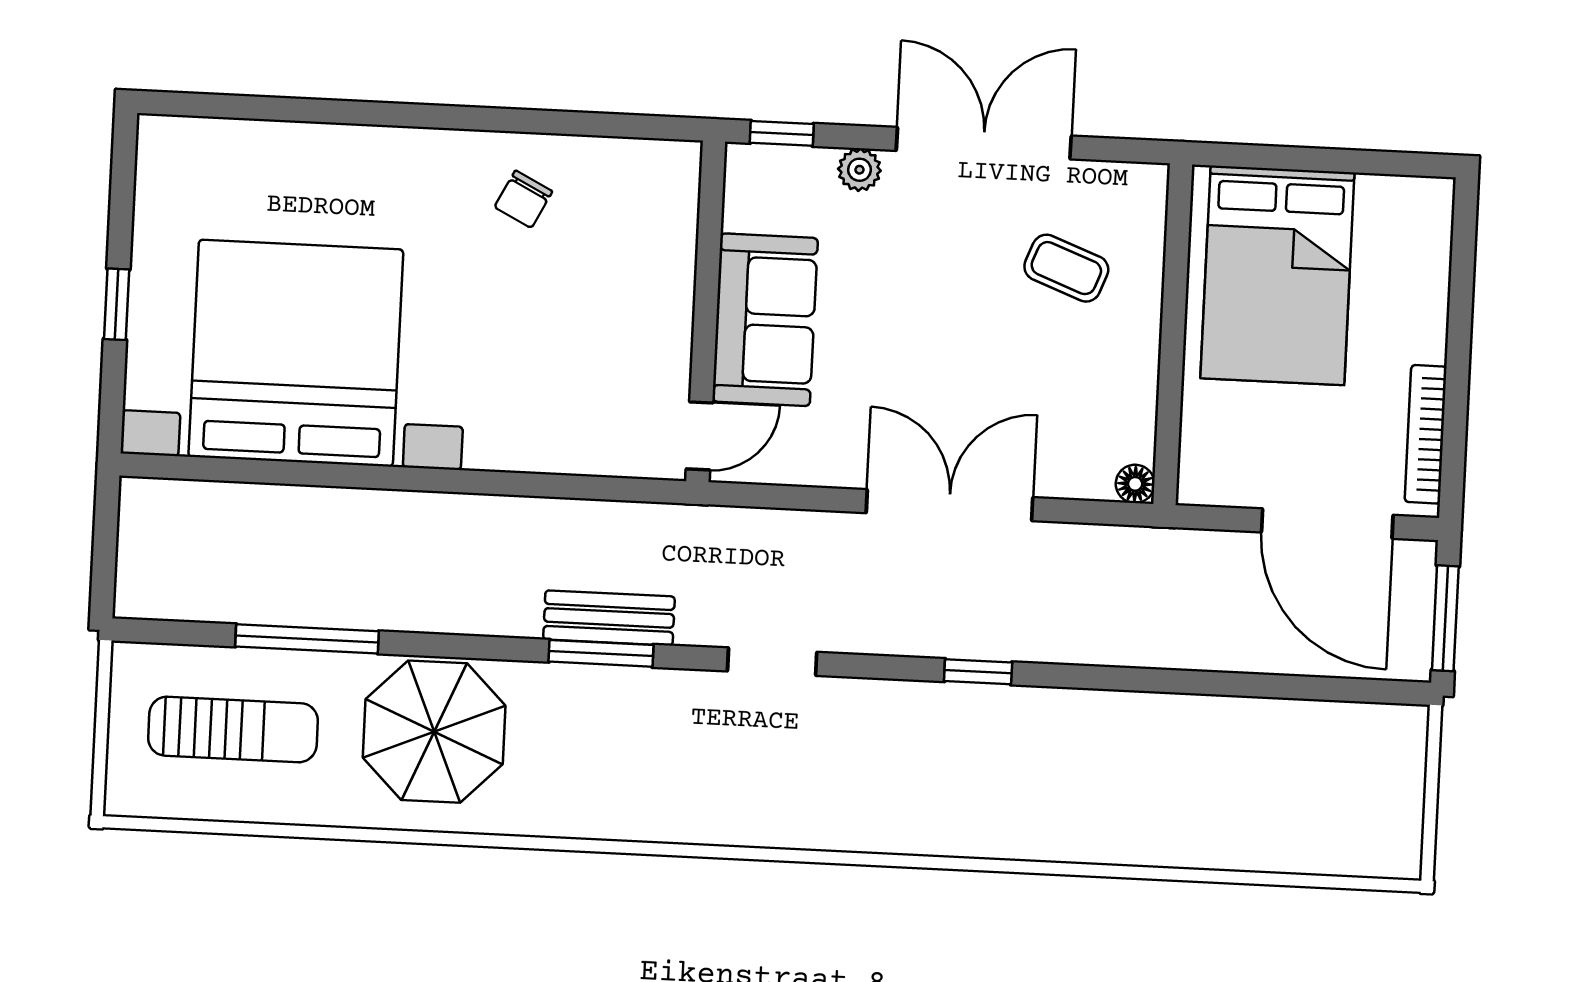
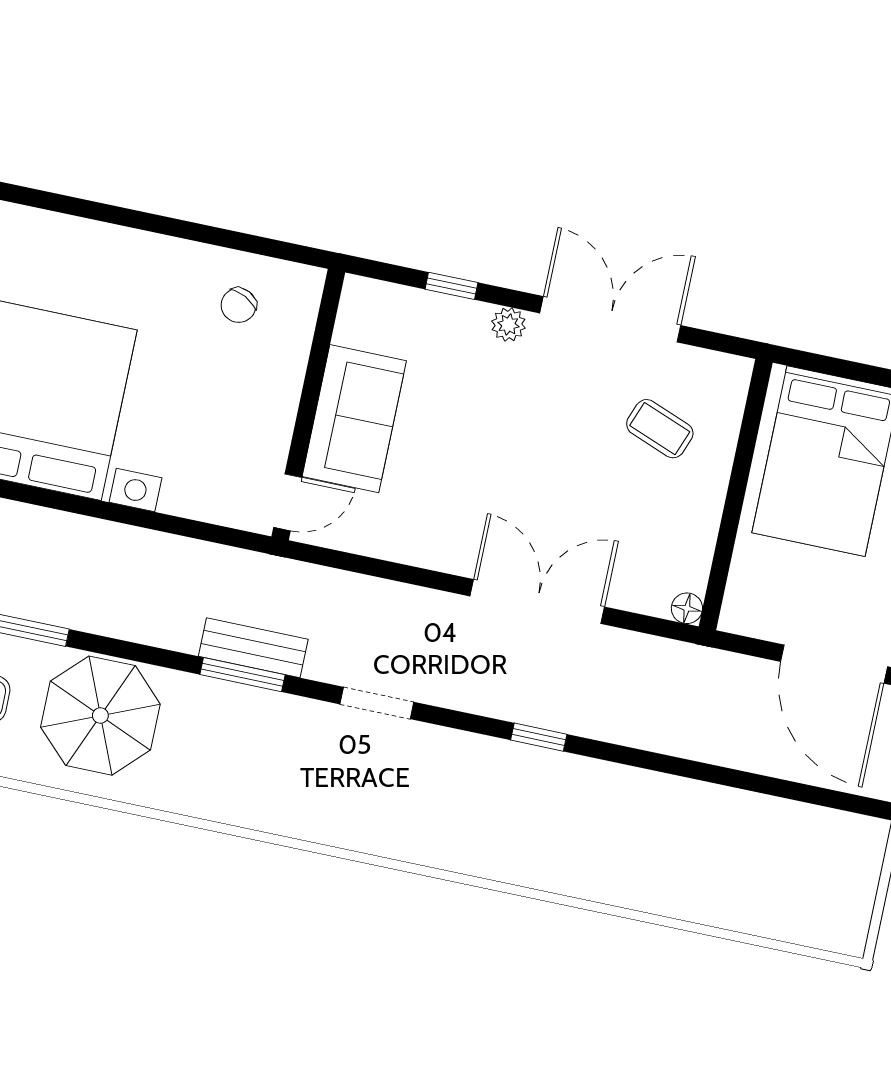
wall: (706, 311) -> (308, 404), moved
sofa: (765, 320) -> (354, 419), moved
door: (700, 436) -> (288, 502), moved

